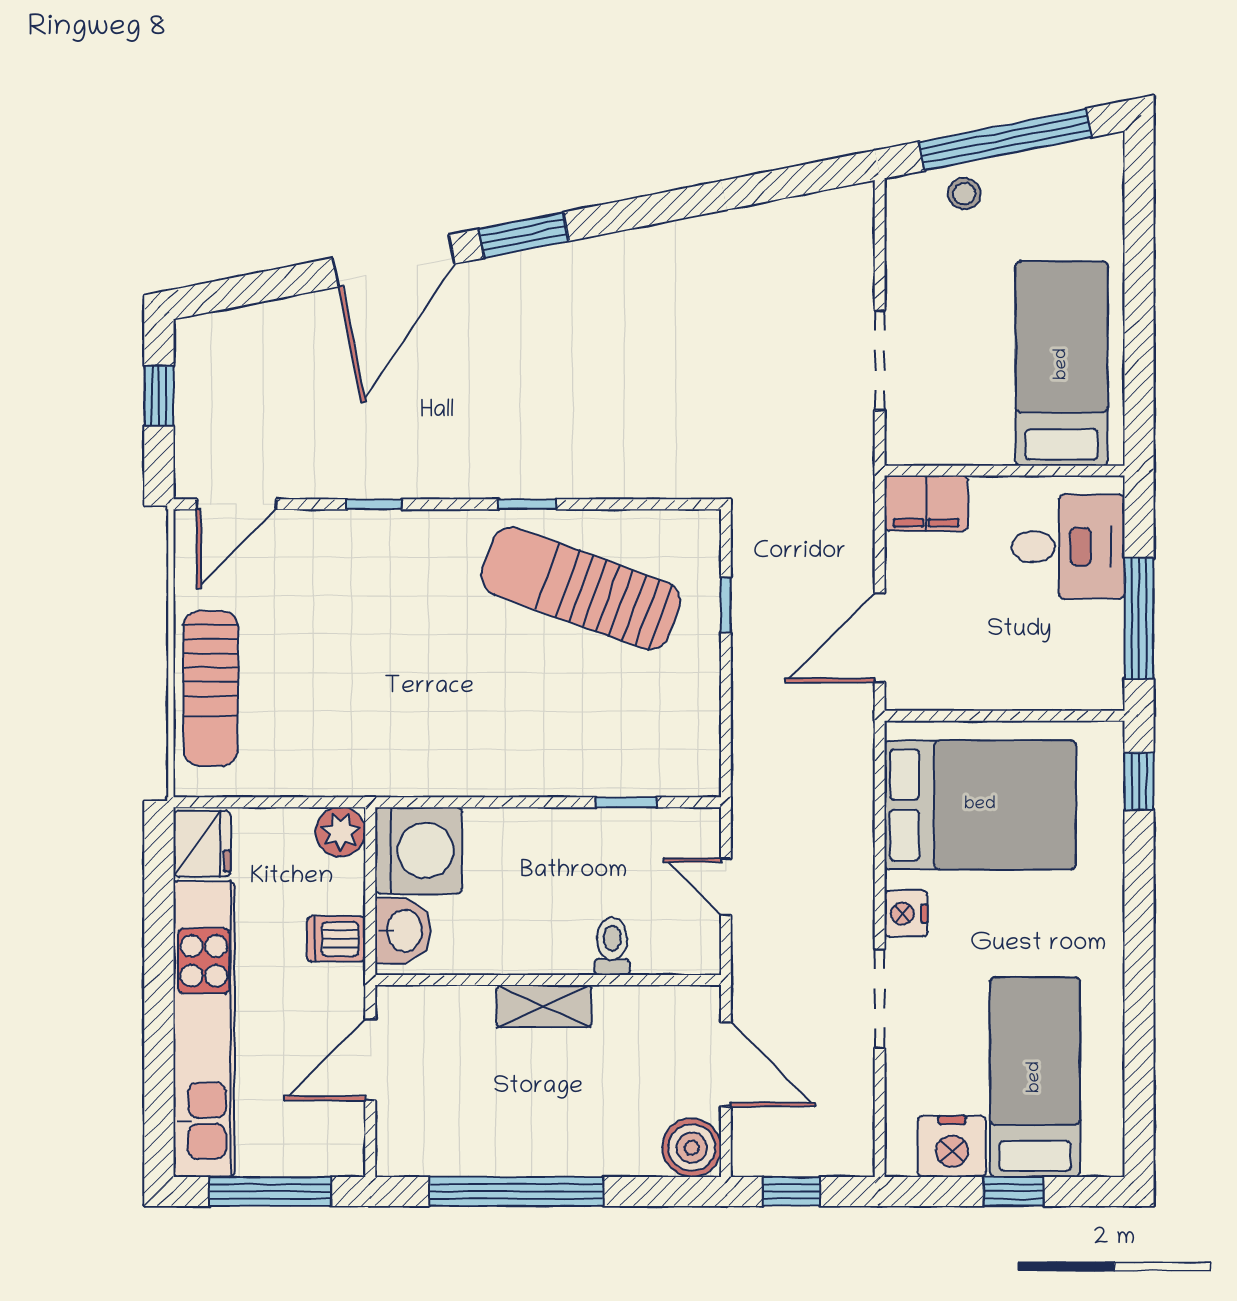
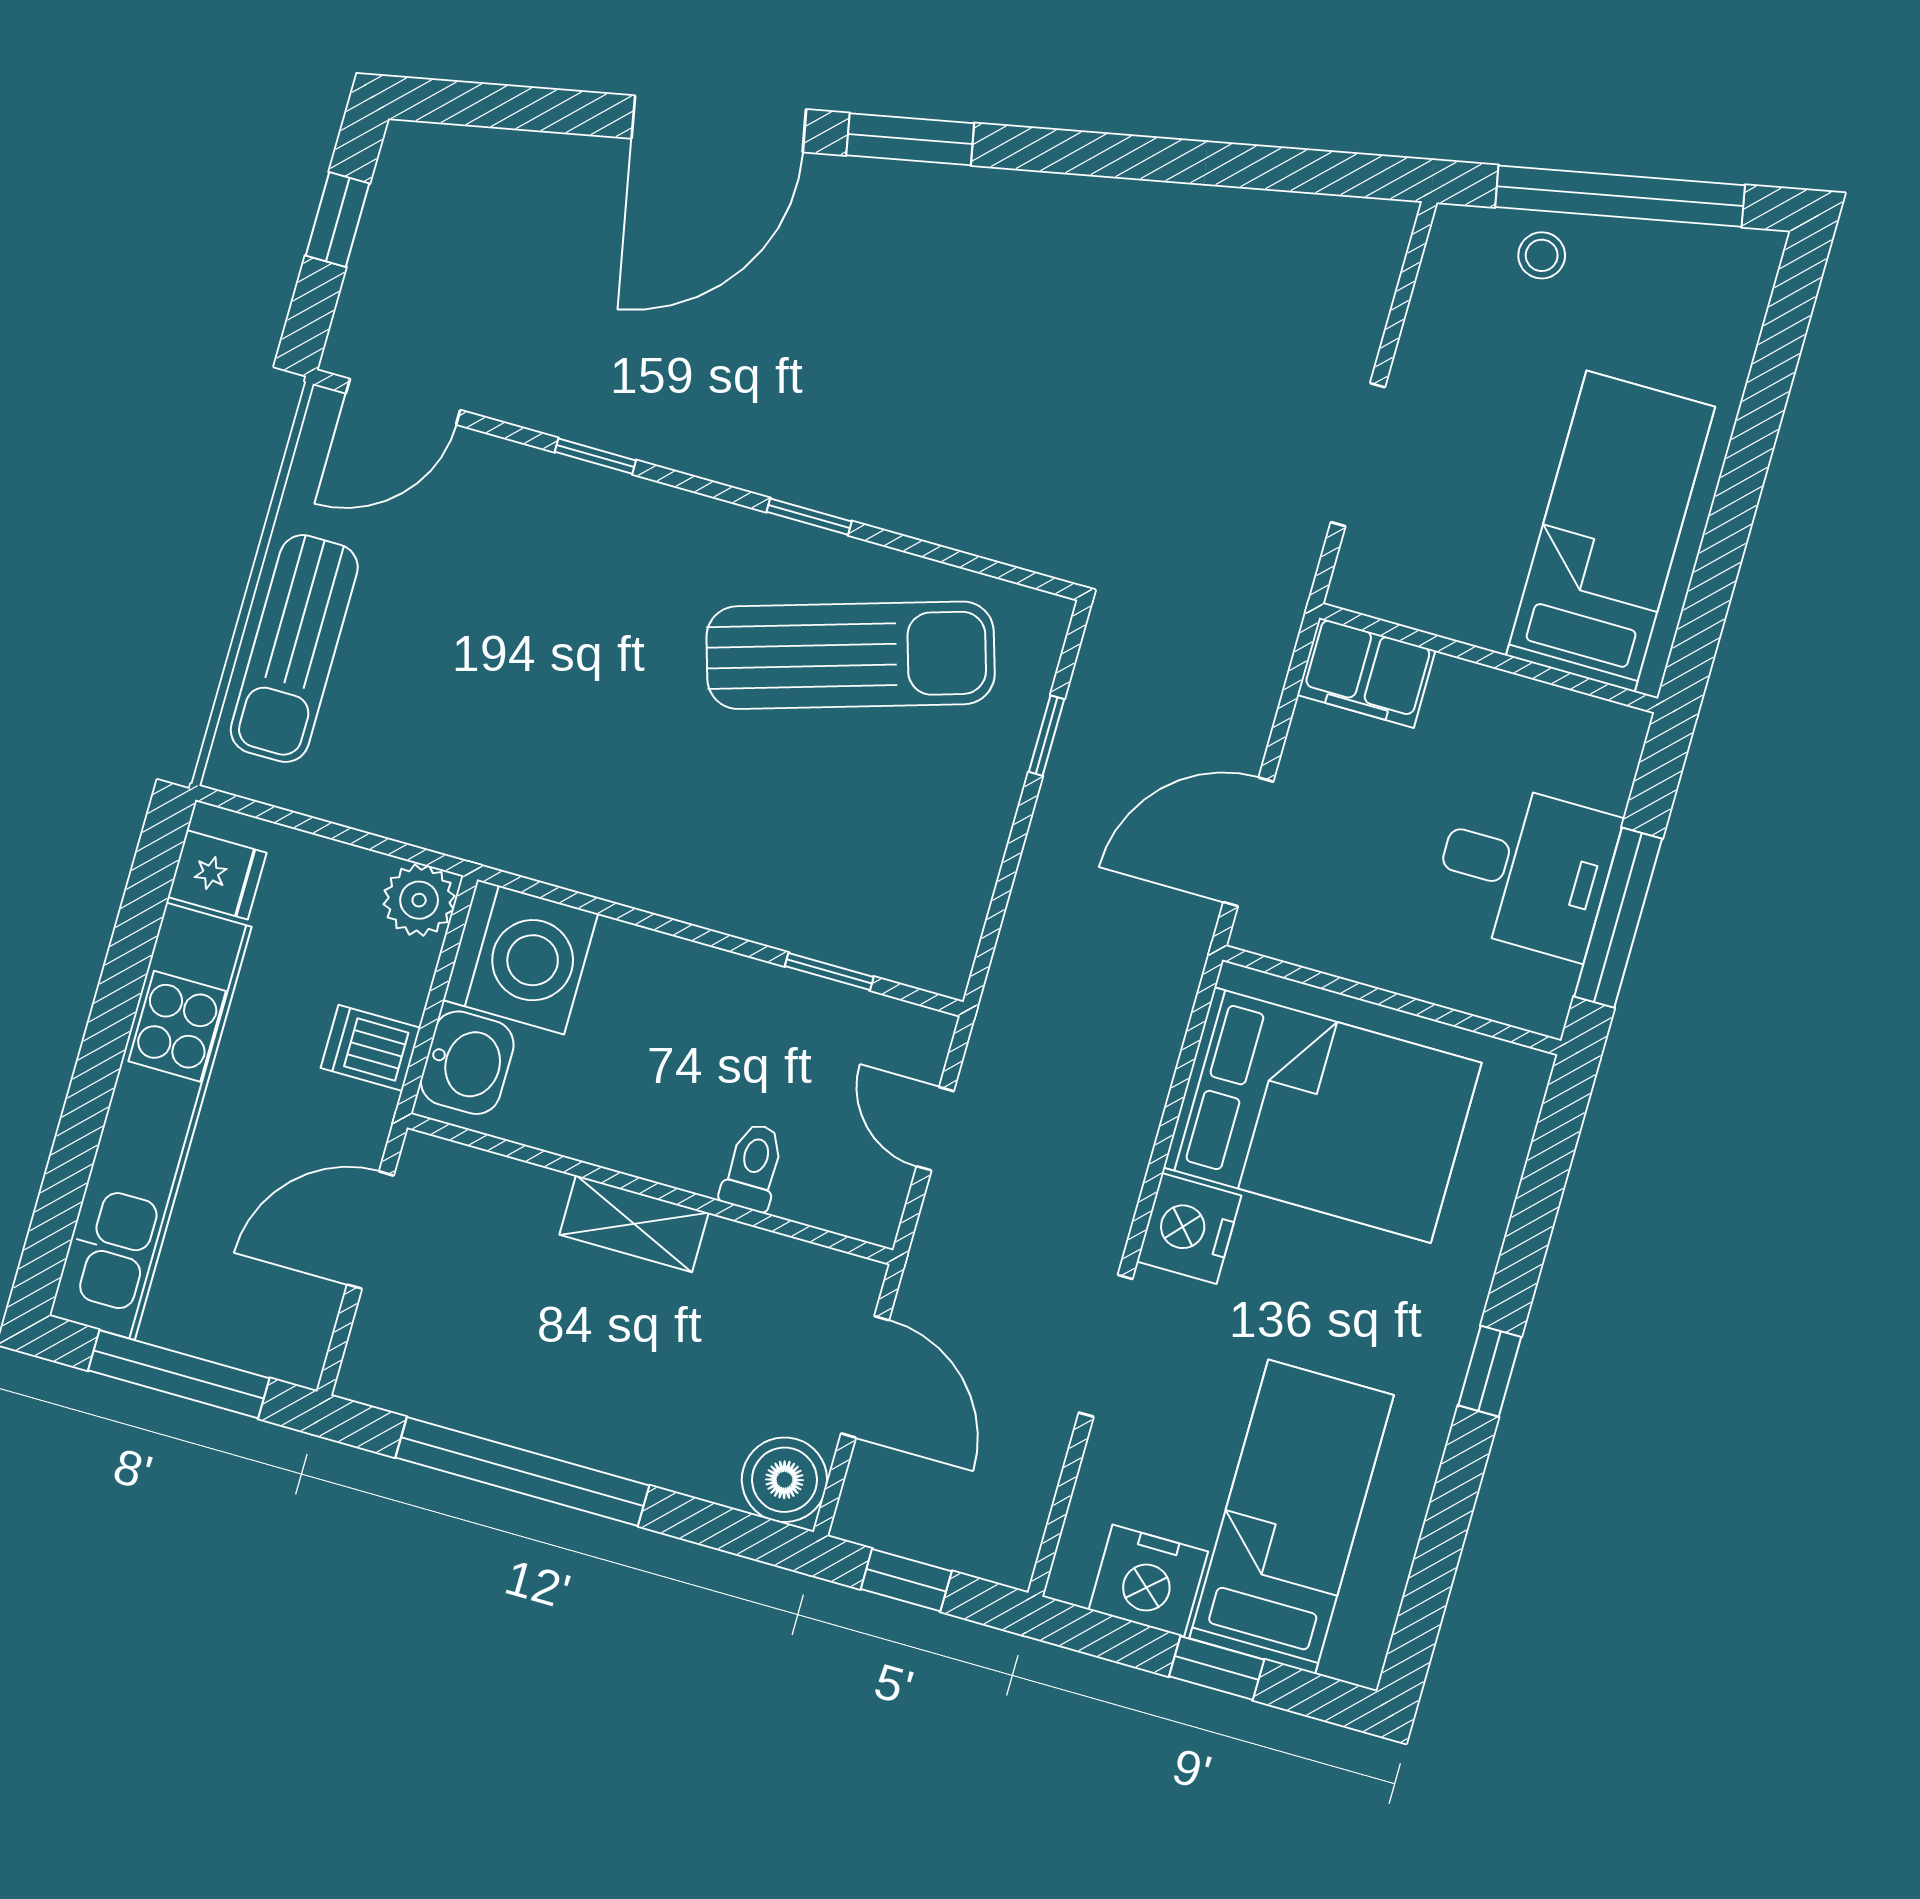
desk: (1068, 547) -> (1525, 869), moved
sun lounger: (581, 588) -> (851, 655), turned 143
window: (1139, 781) -> (1490, 1371), moved
fridge: (202, 844) -> (217, 875), width x0.72
nightstand: (906, 914) -> (1189, 1229), width x1.36, depth x1.33

